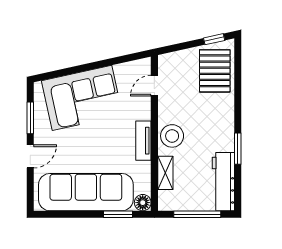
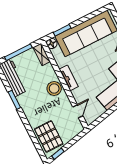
shelving: (165, 173) -> (42, 55), moved

